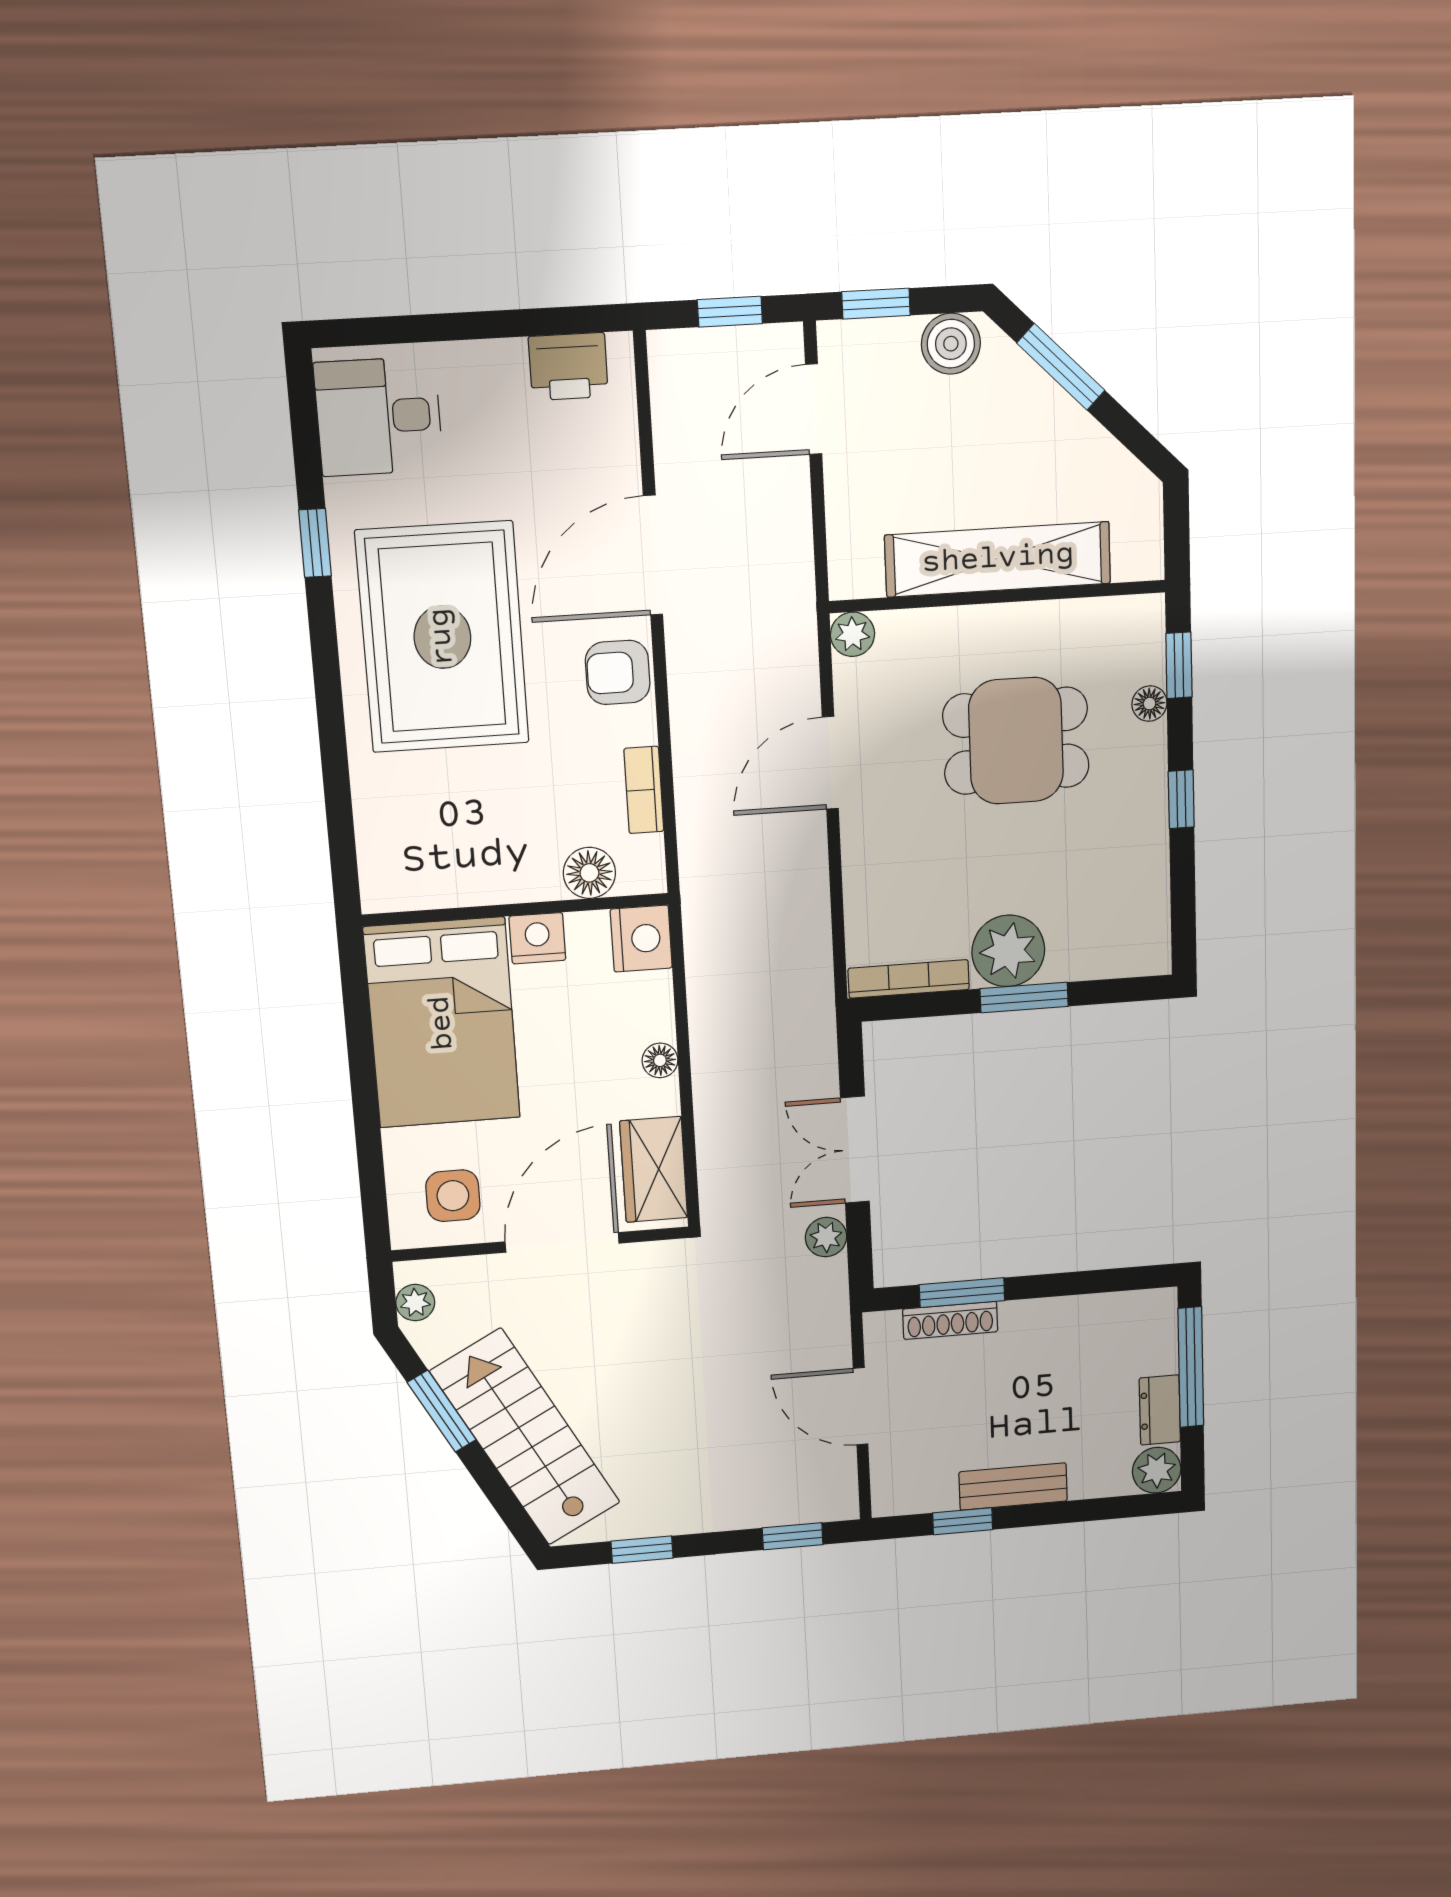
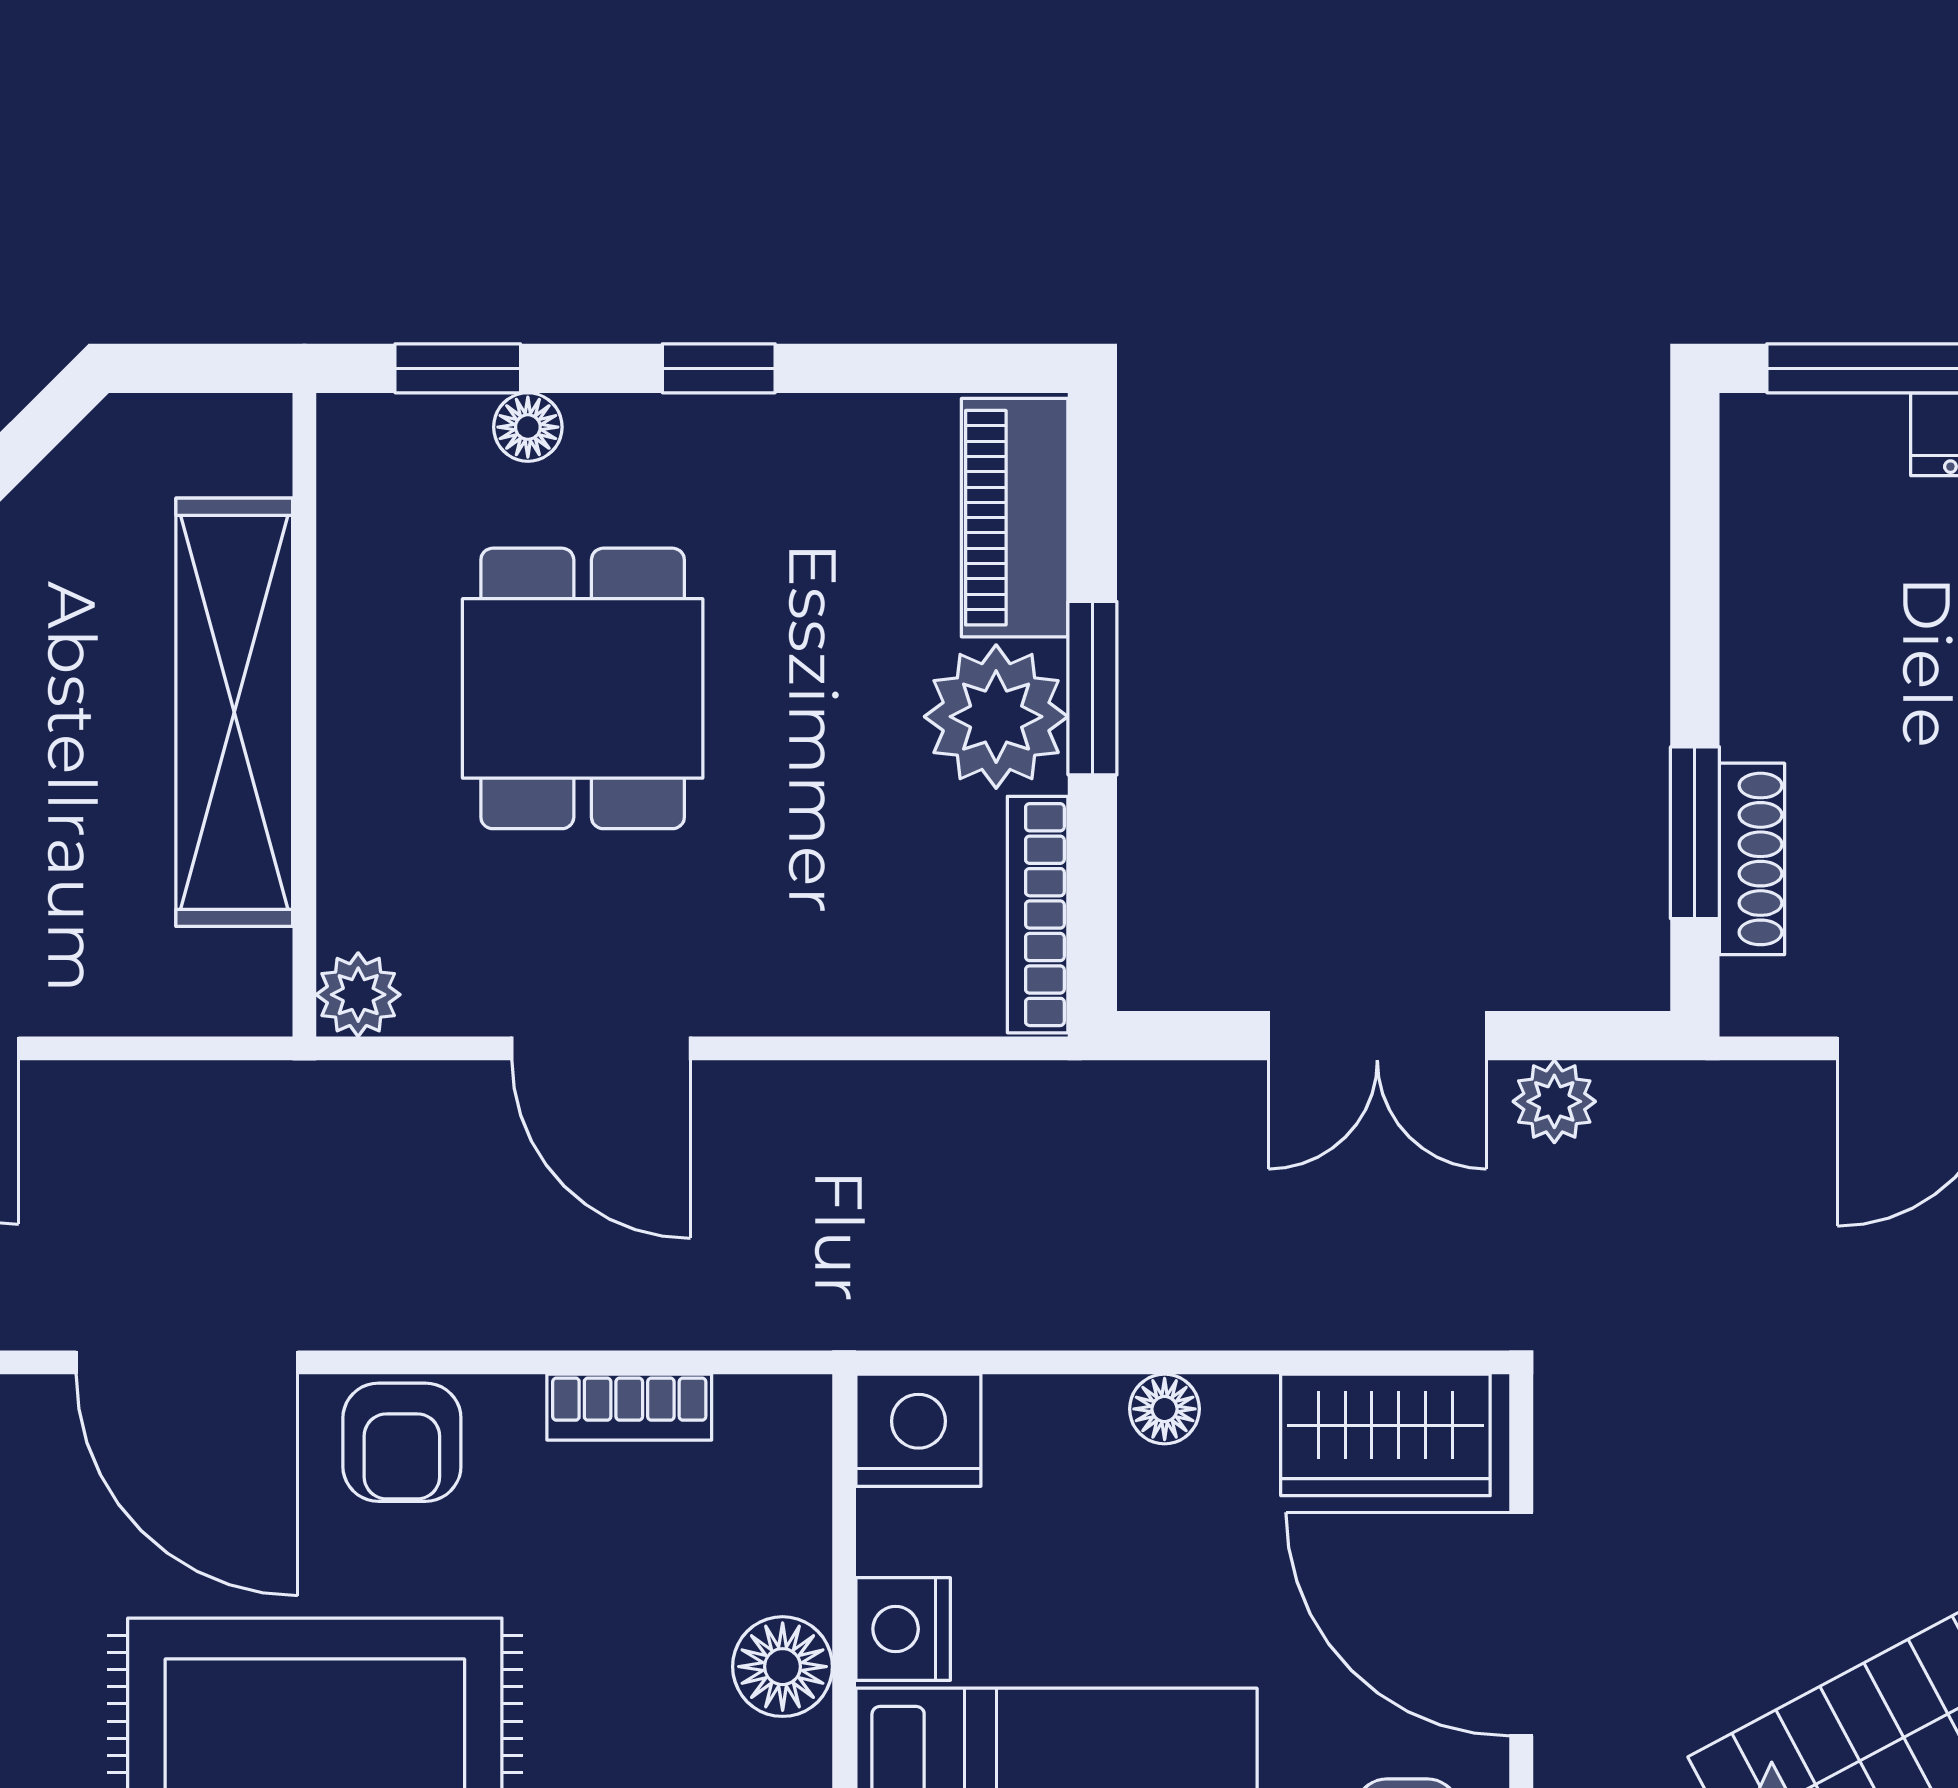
floor lamp: (589, 873) -> (783, 1667), moved
piano: (1109, 953) -> (1015, 518), added

